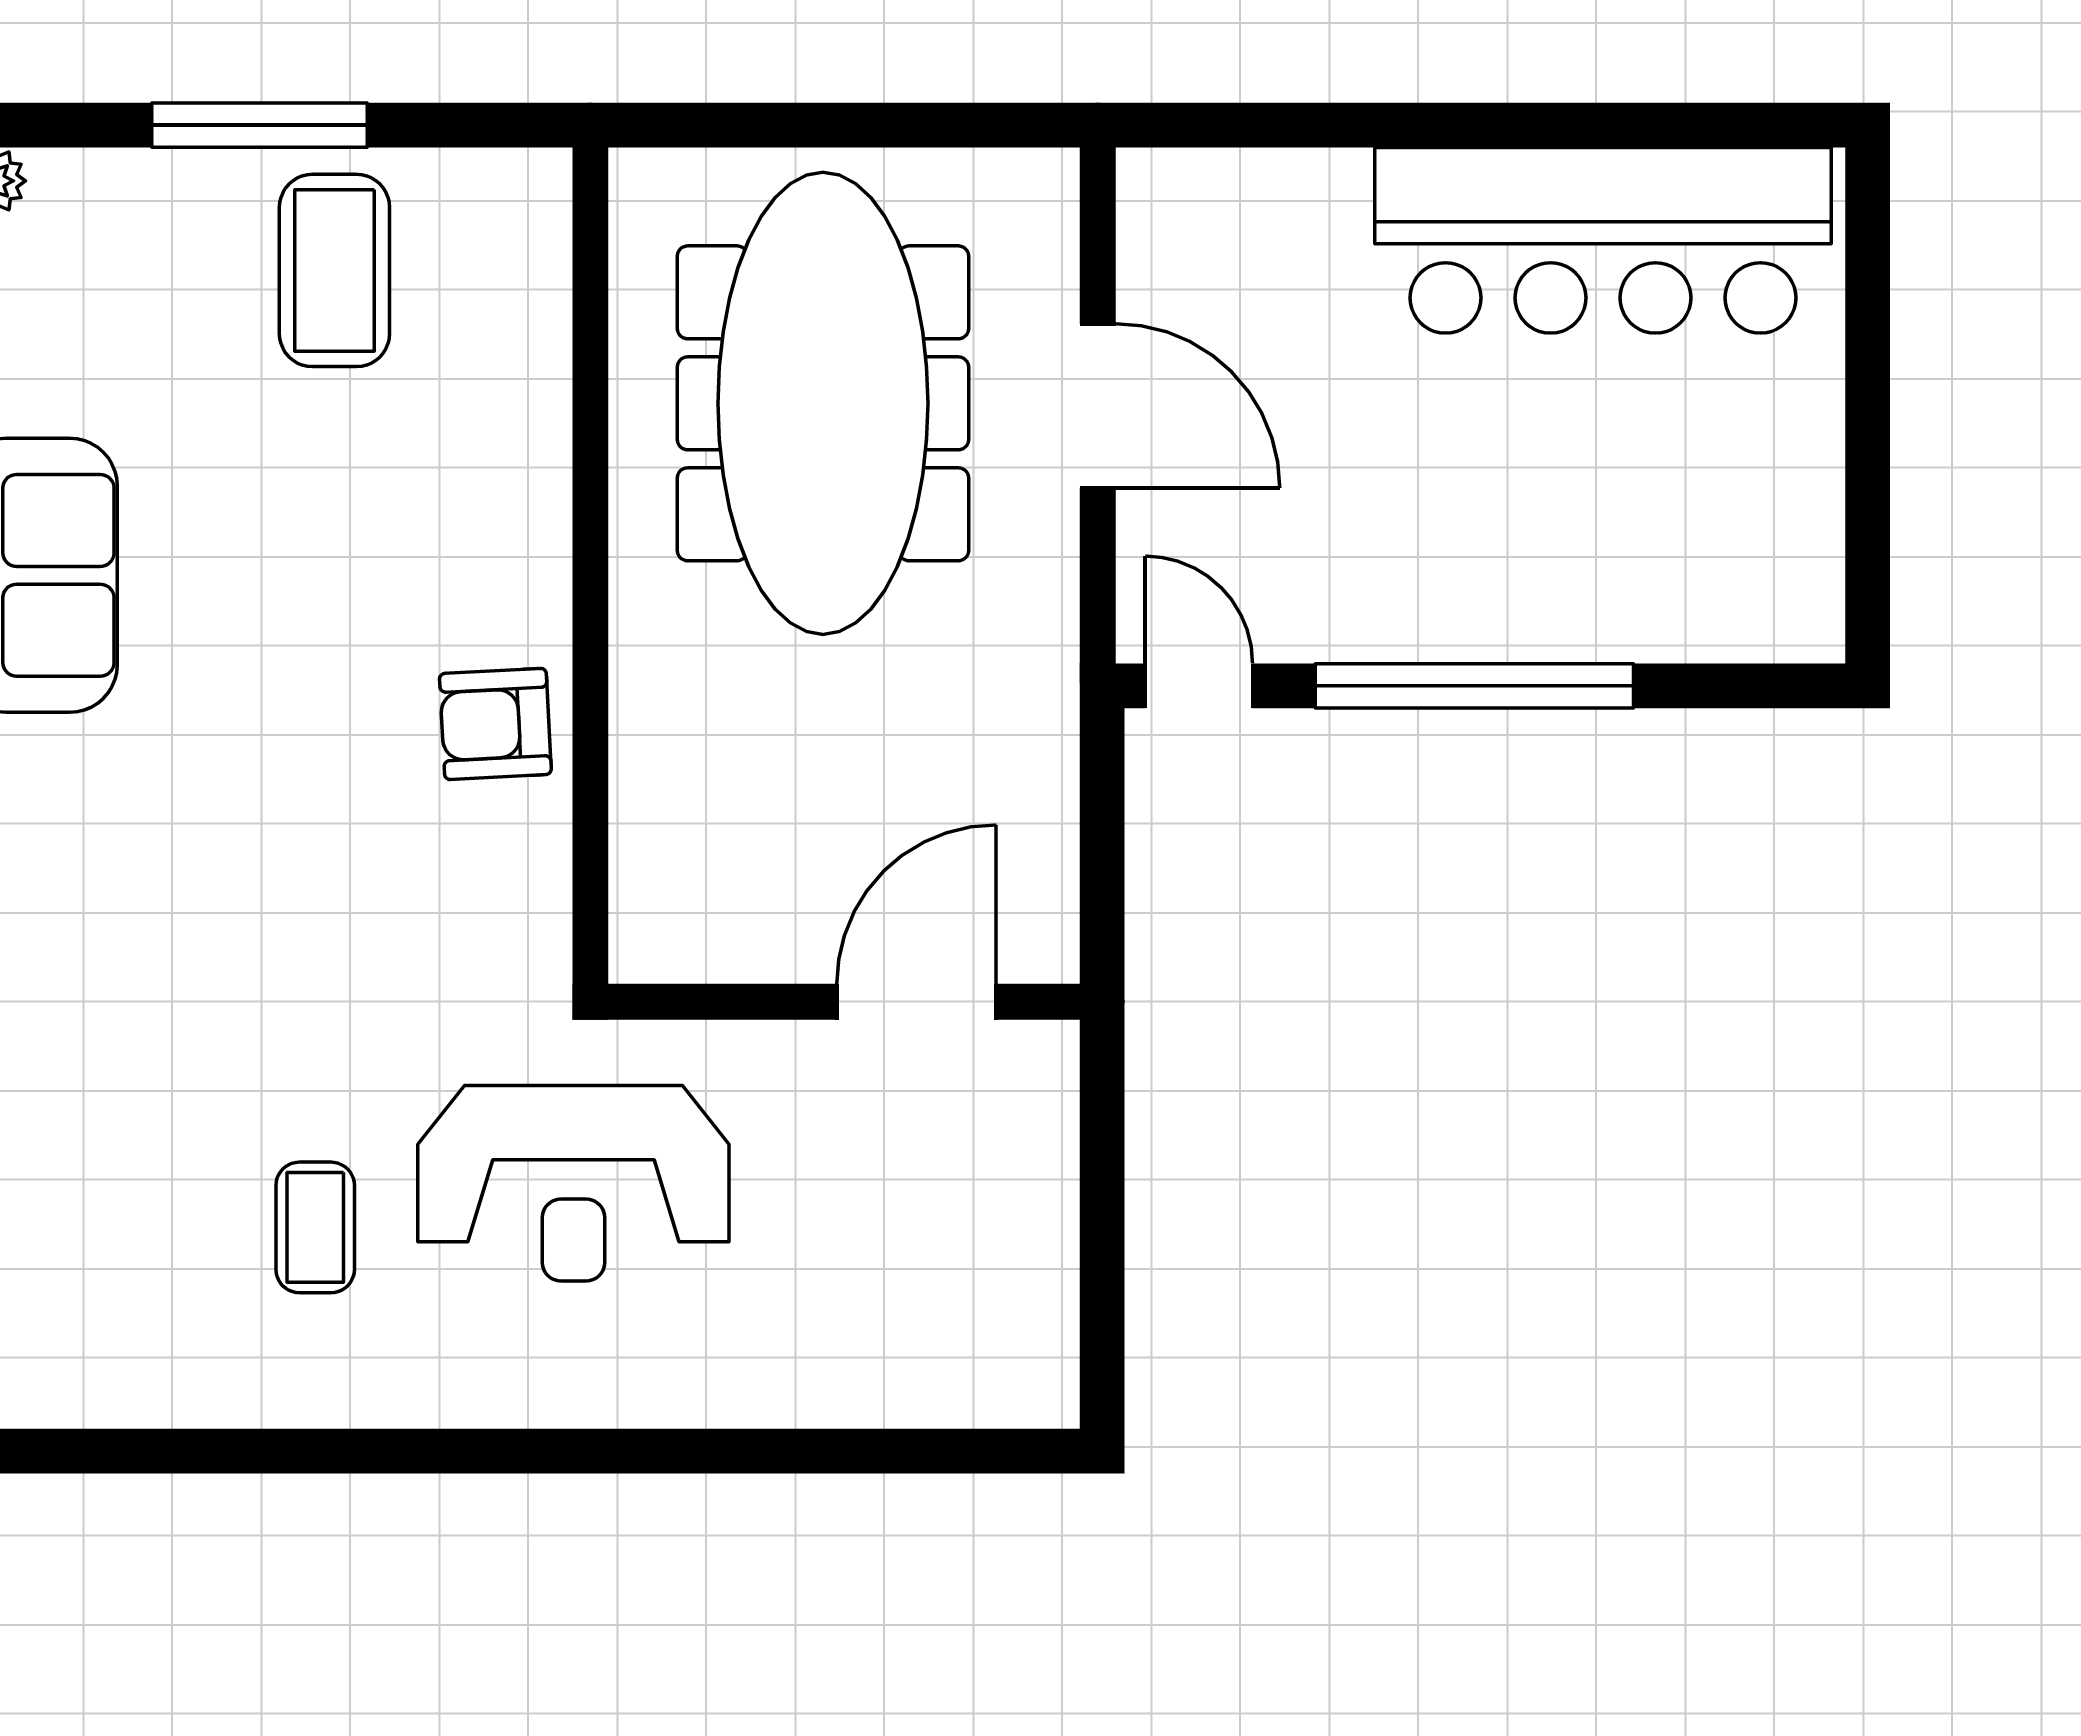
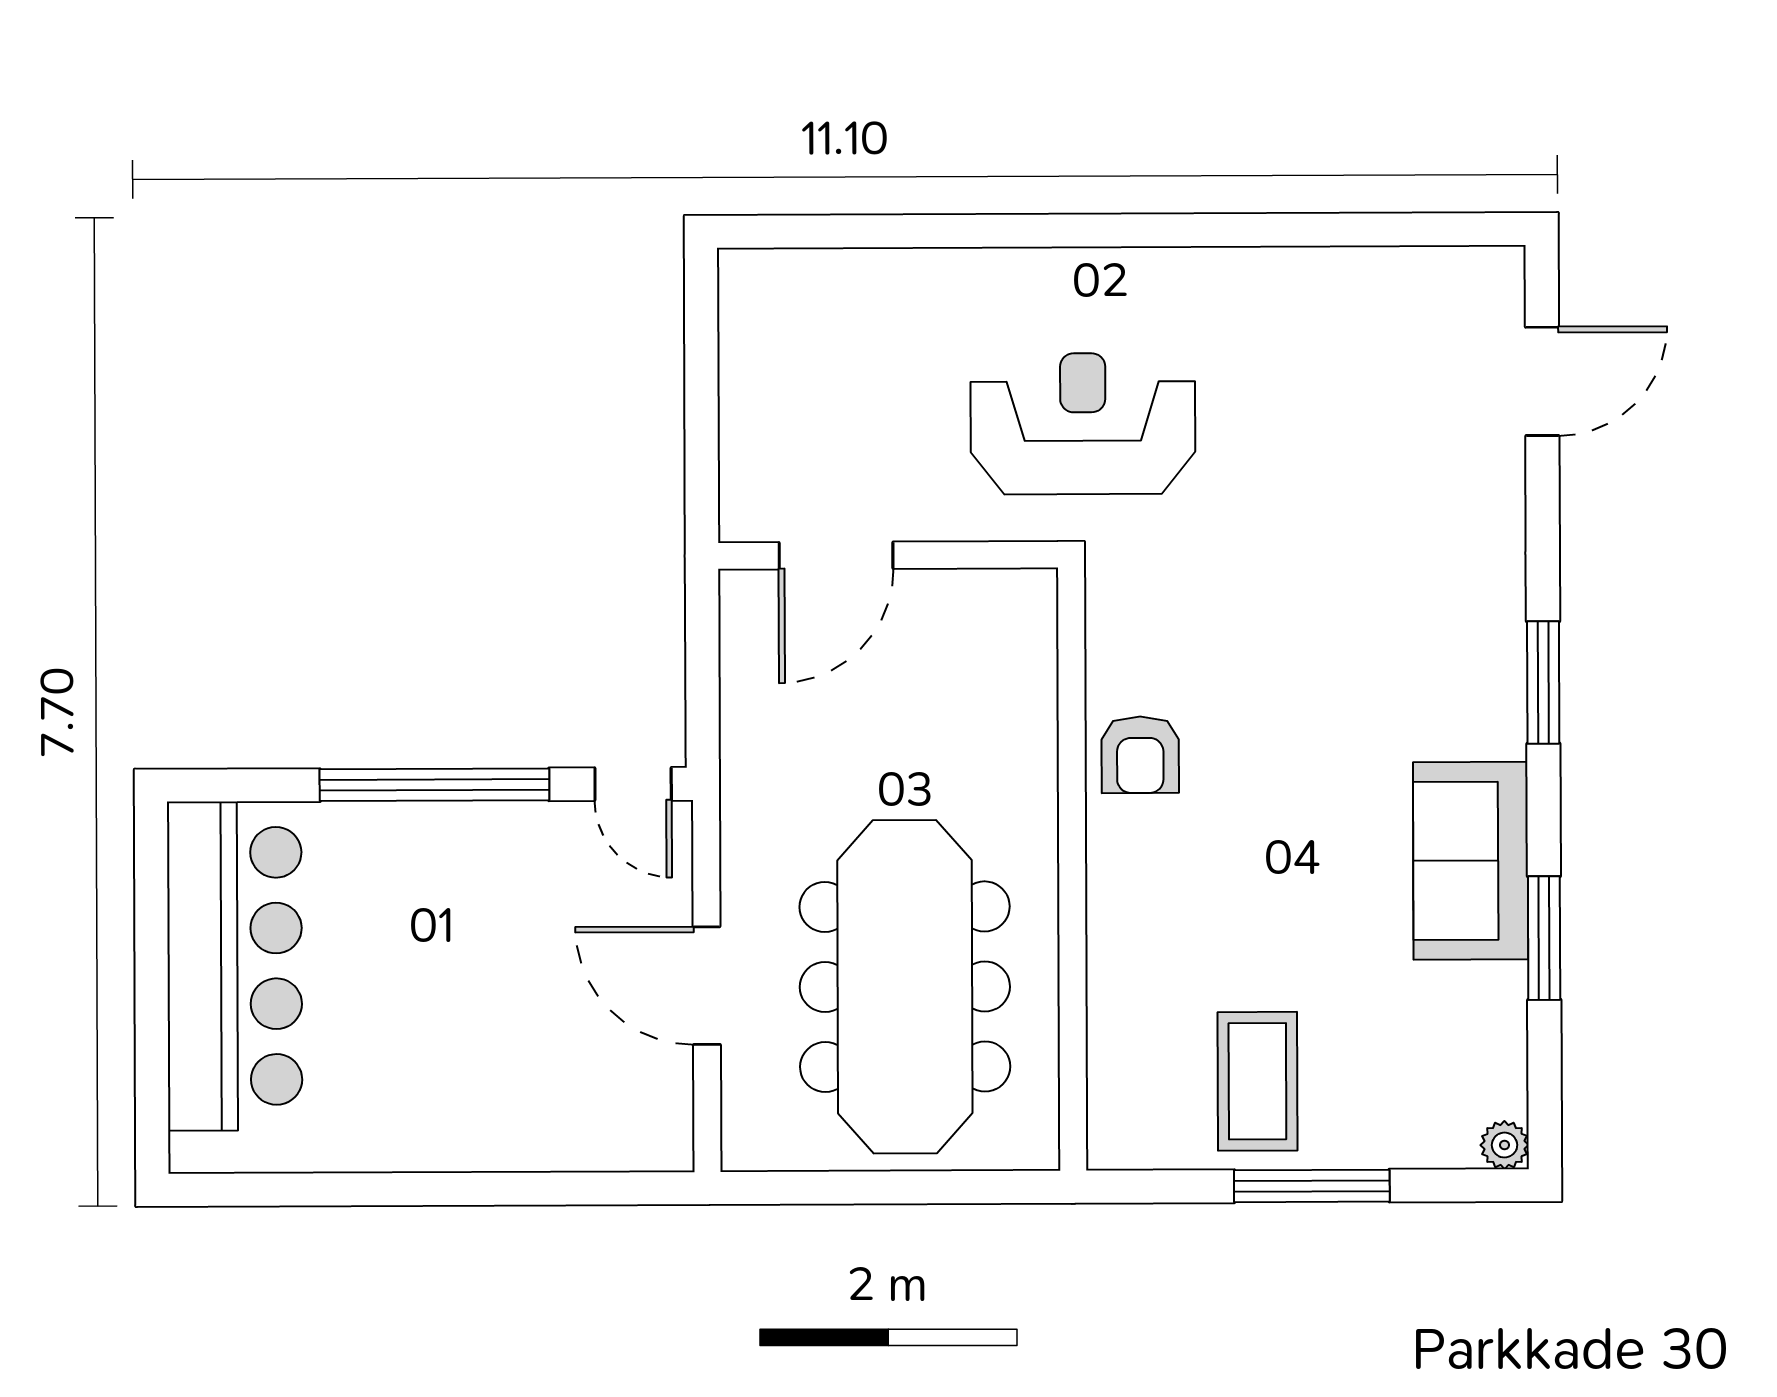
bar counter: (1603, 240) -> (235, 966), moved, turned 90
armchair: (495, 724) -> (1140, 755), turned 93
coffee table: (315, 1227) -> (1269, 391), removed

